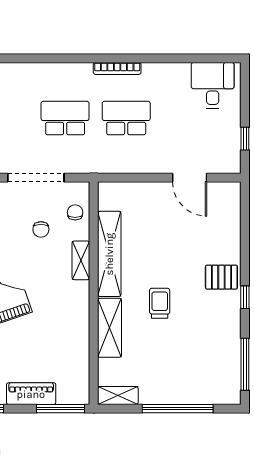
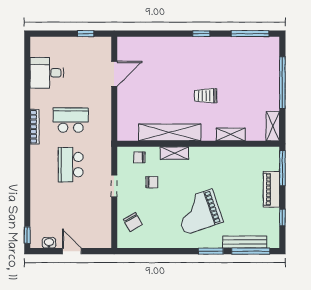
desk: (213, 85) -> (47, 73), moved
school desk: (126, 118) -> (71, 120), turned 90
doorway: (36, 178) -> (114, 186), width x0.53
pallet: (221, 277) -> (187, 51), removed
shelving: (109, 328) -> (231, 134), width x0.67, depth x0.75

